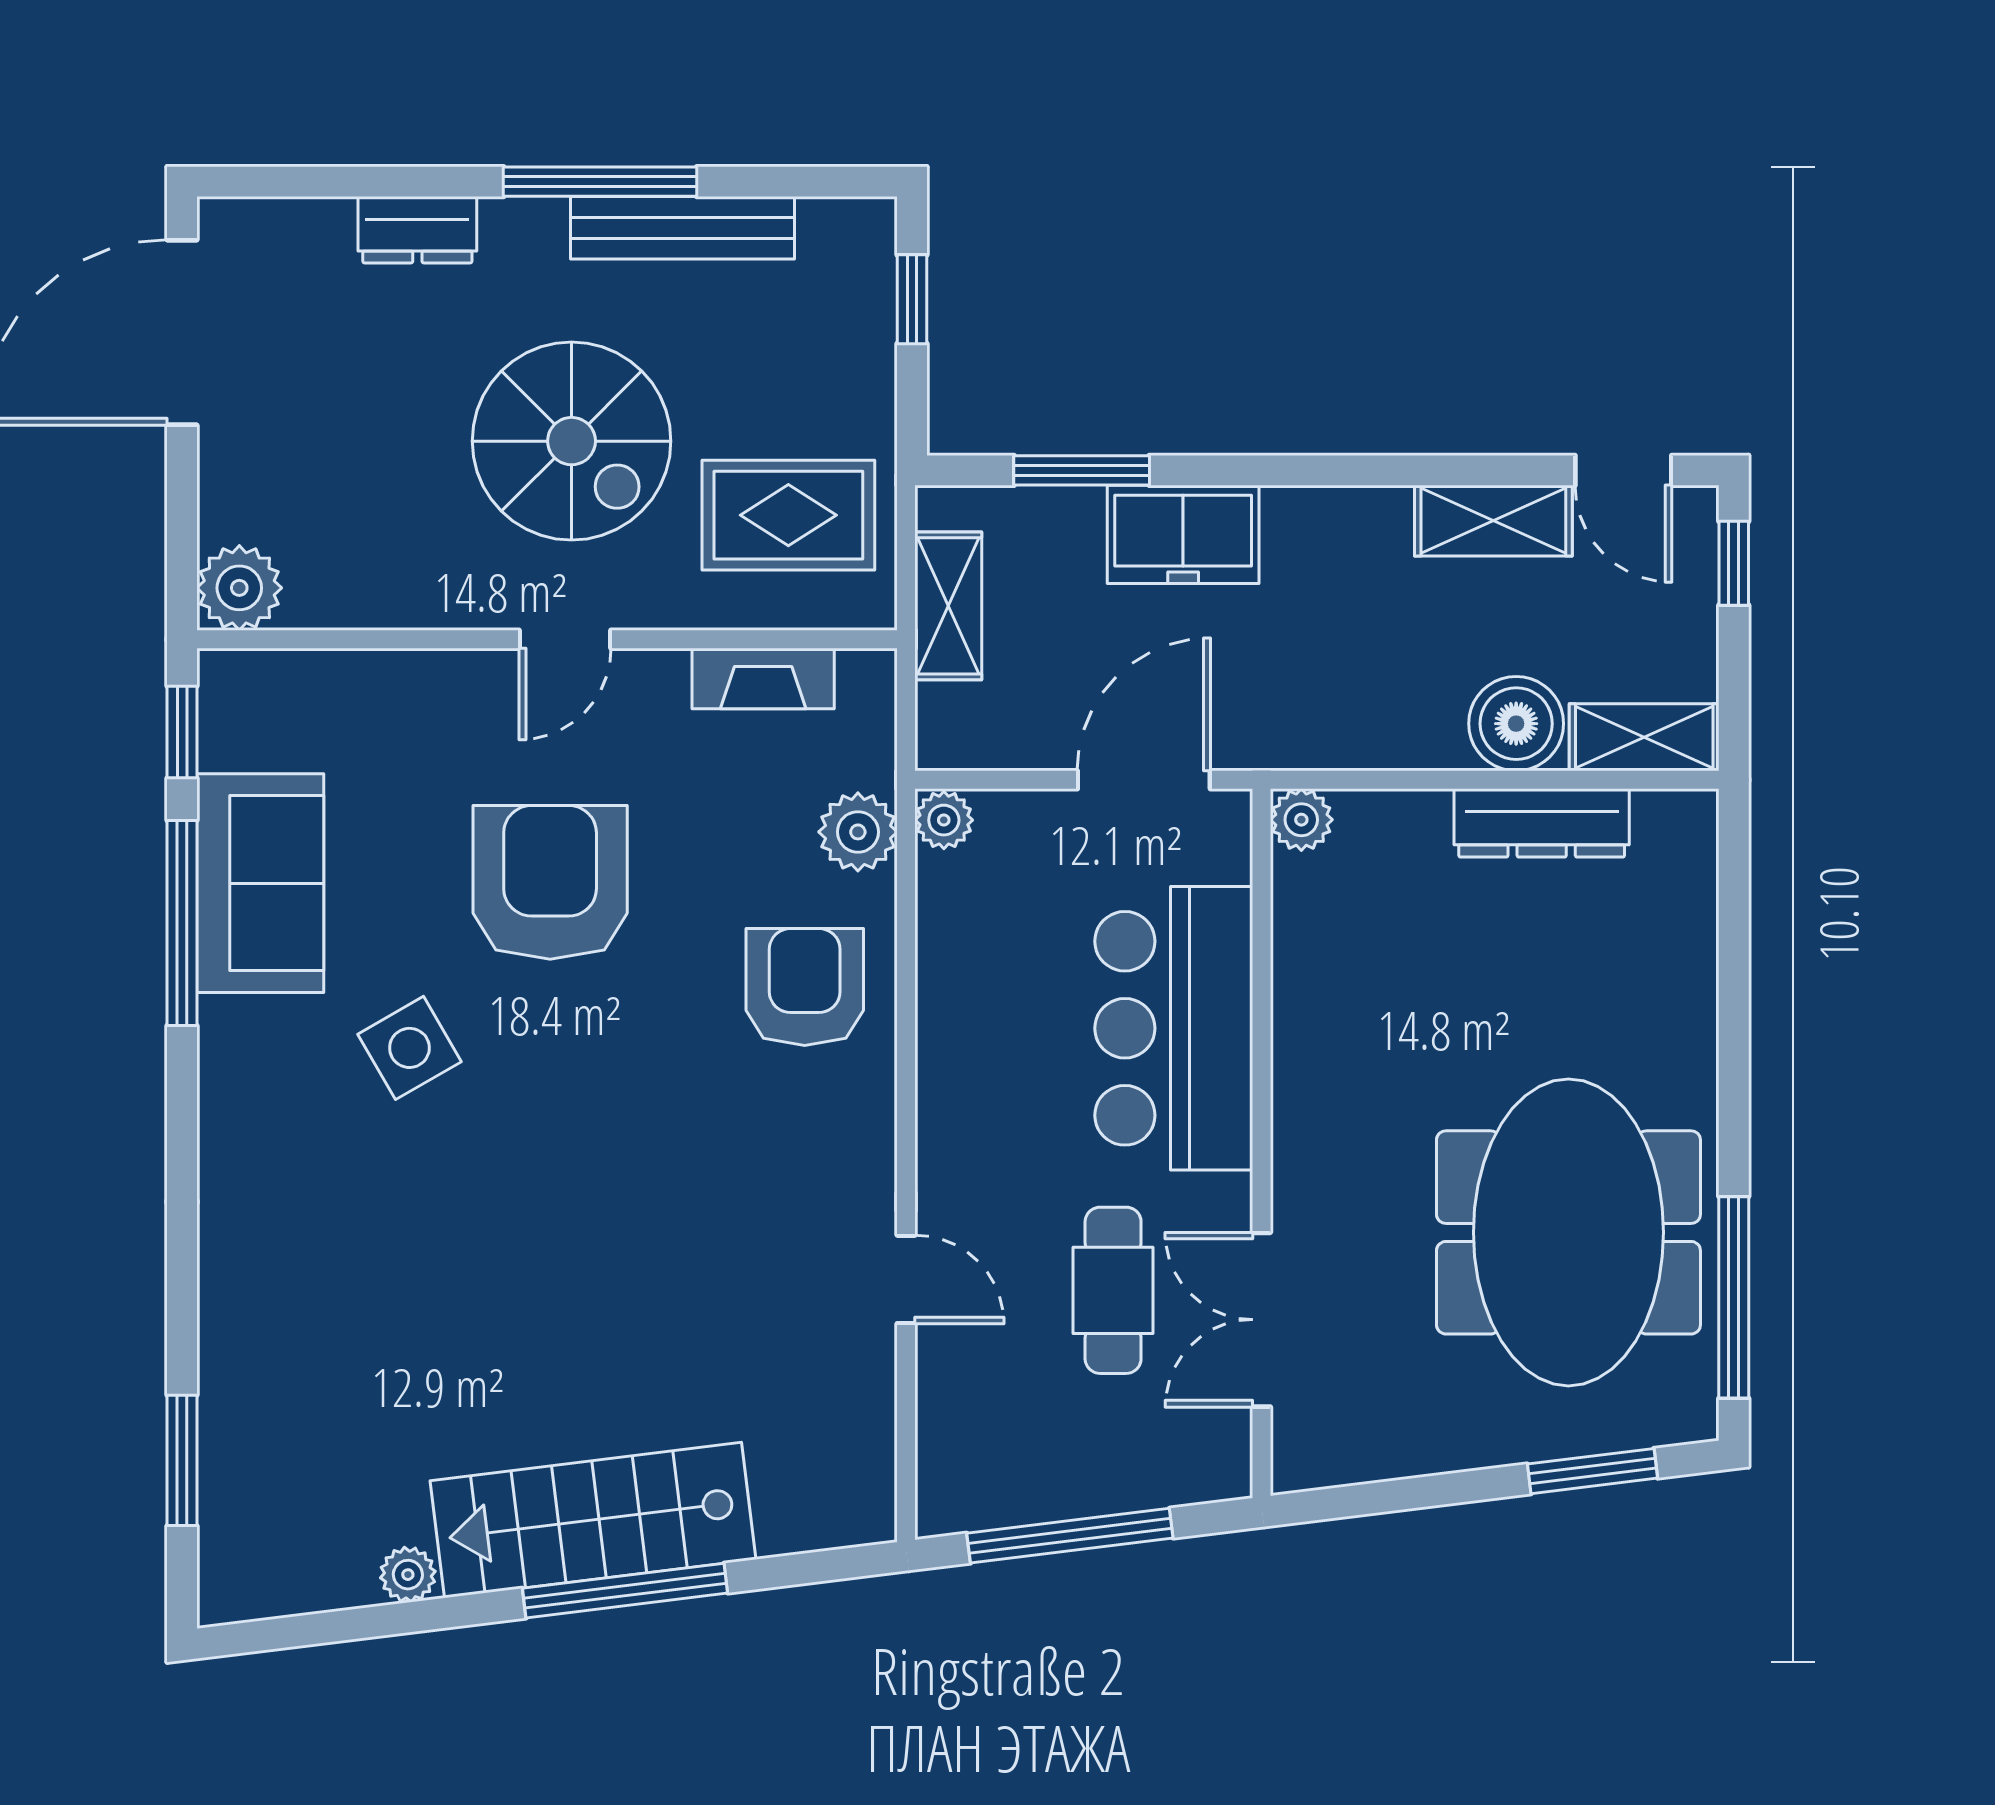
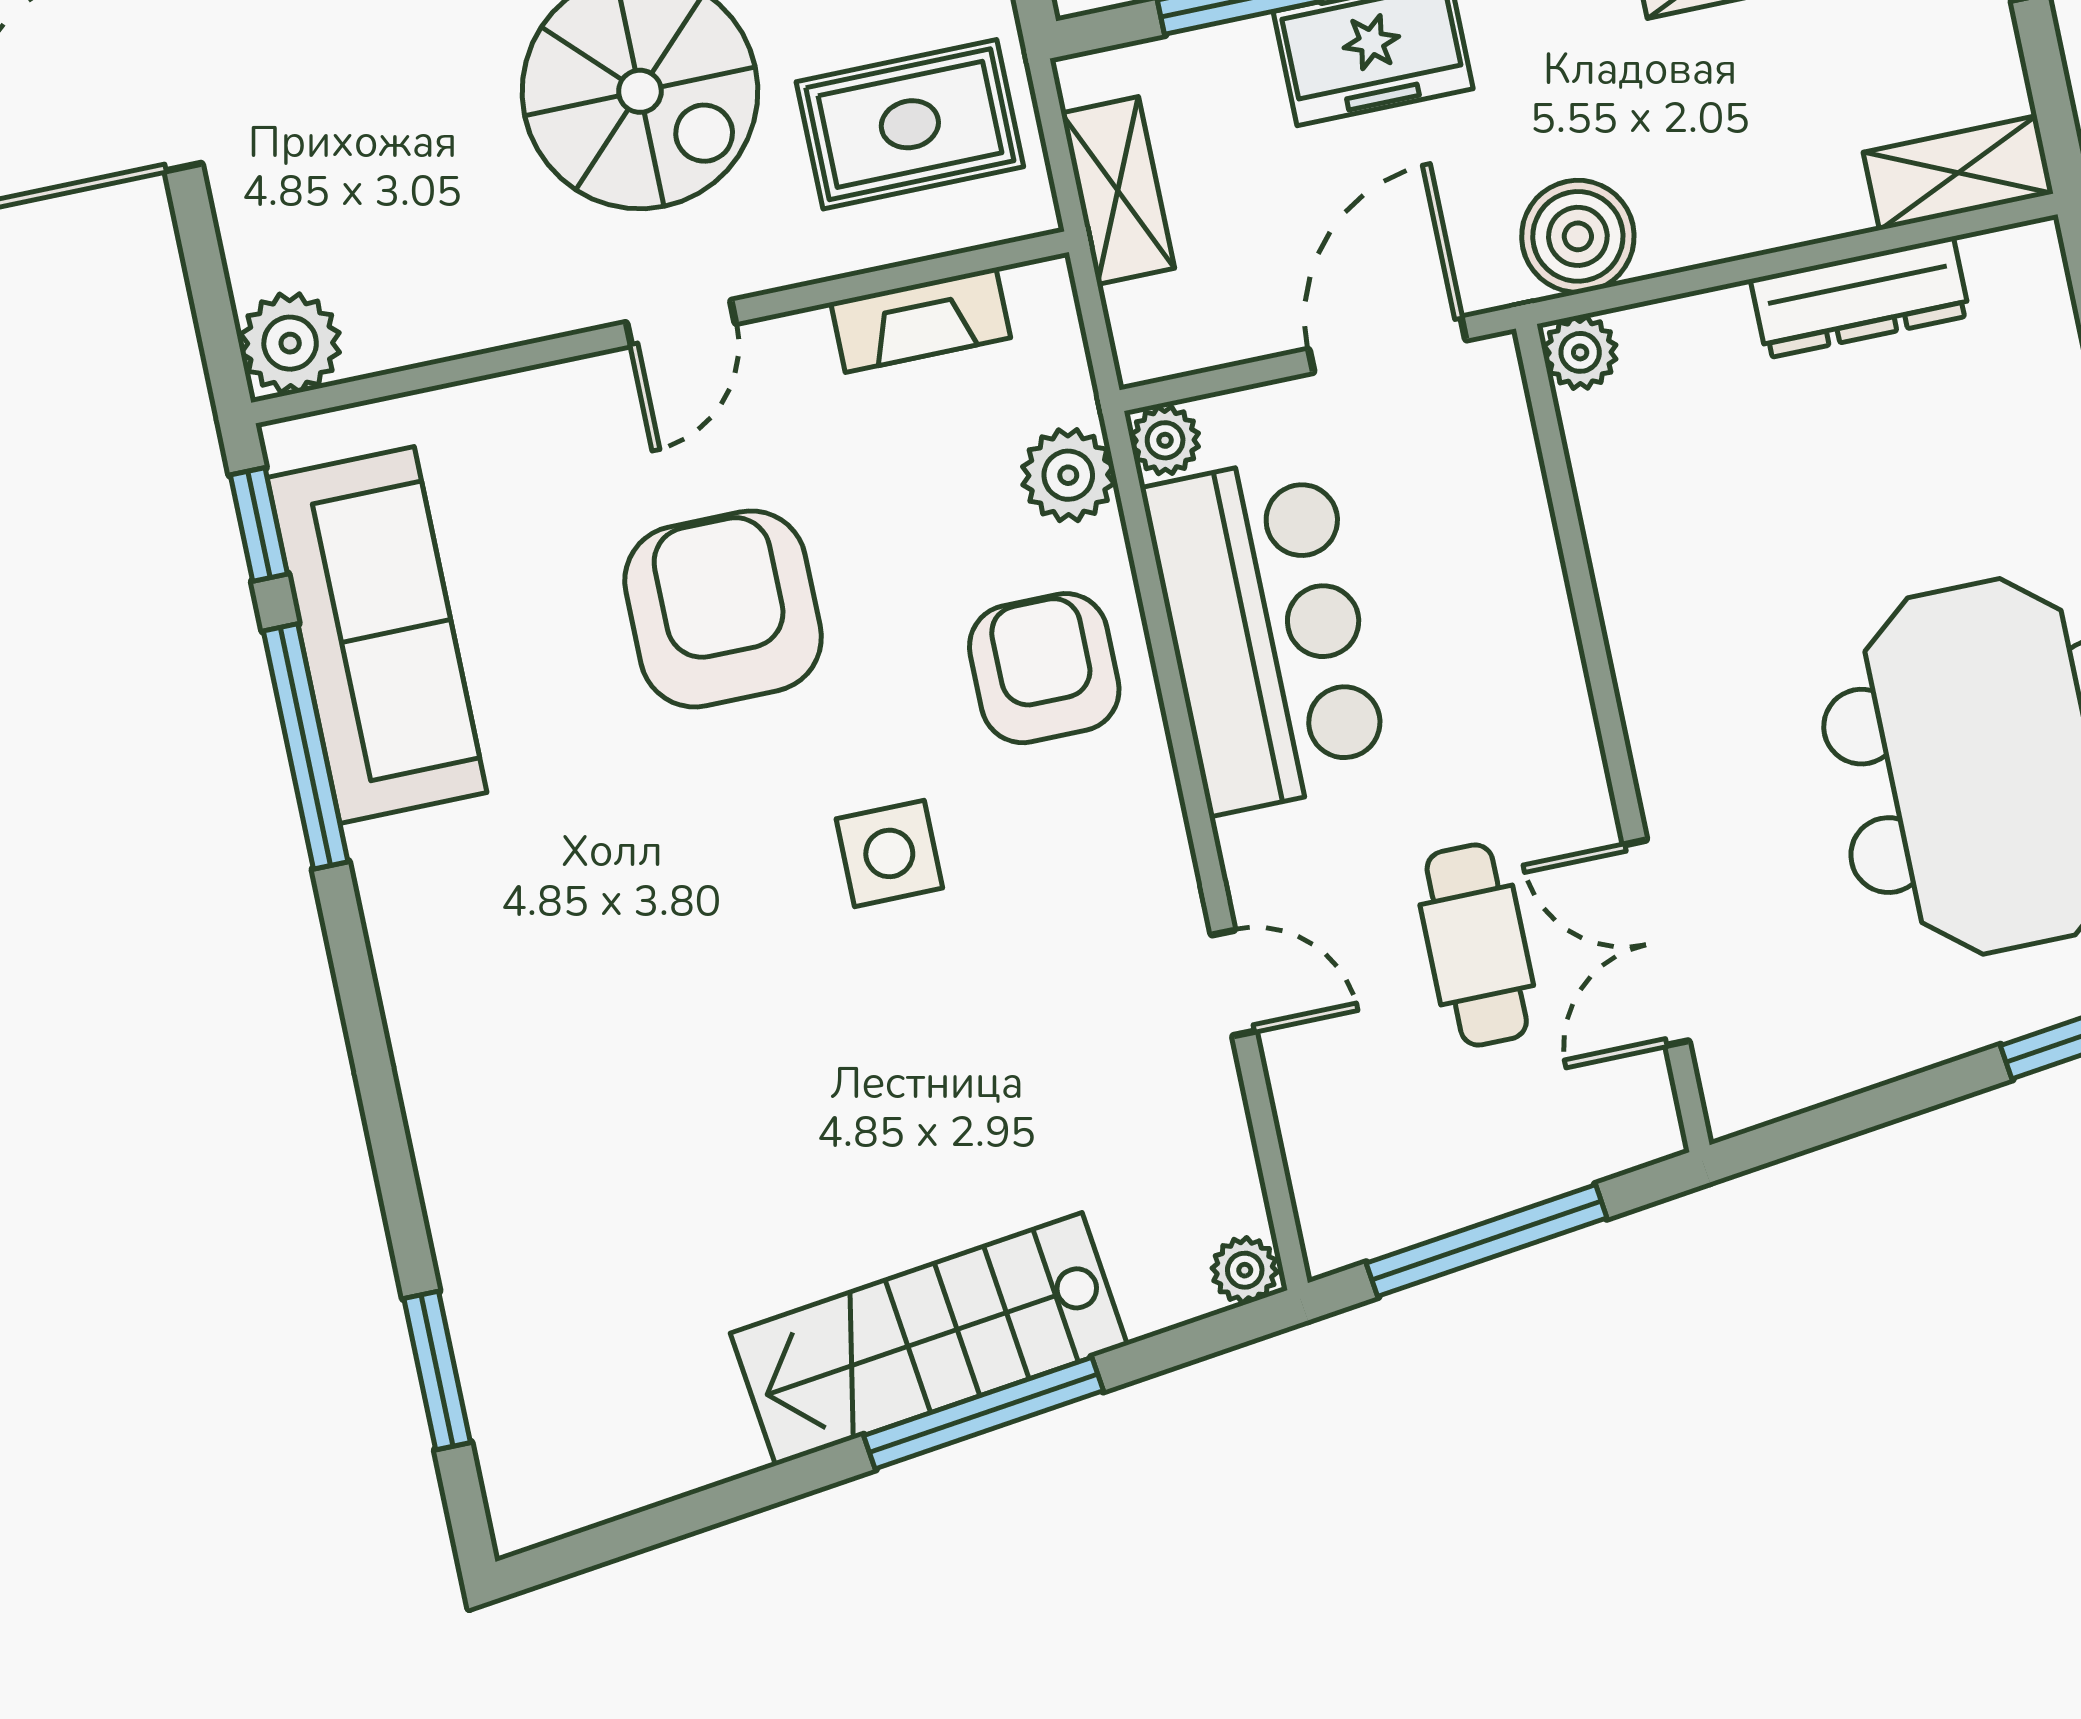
boiler: (1516, 724) -> (1578, 236), moved
sofa: (260, 883) -> (377, 635), width x1.36
bar counter: (1174, 1028) -> (1266, 633), moved, turned 180
side table: (409, 1048) -> (889, 853), moved, turned 30
plant: (408, 1575) -> (1245, 1270), moved

